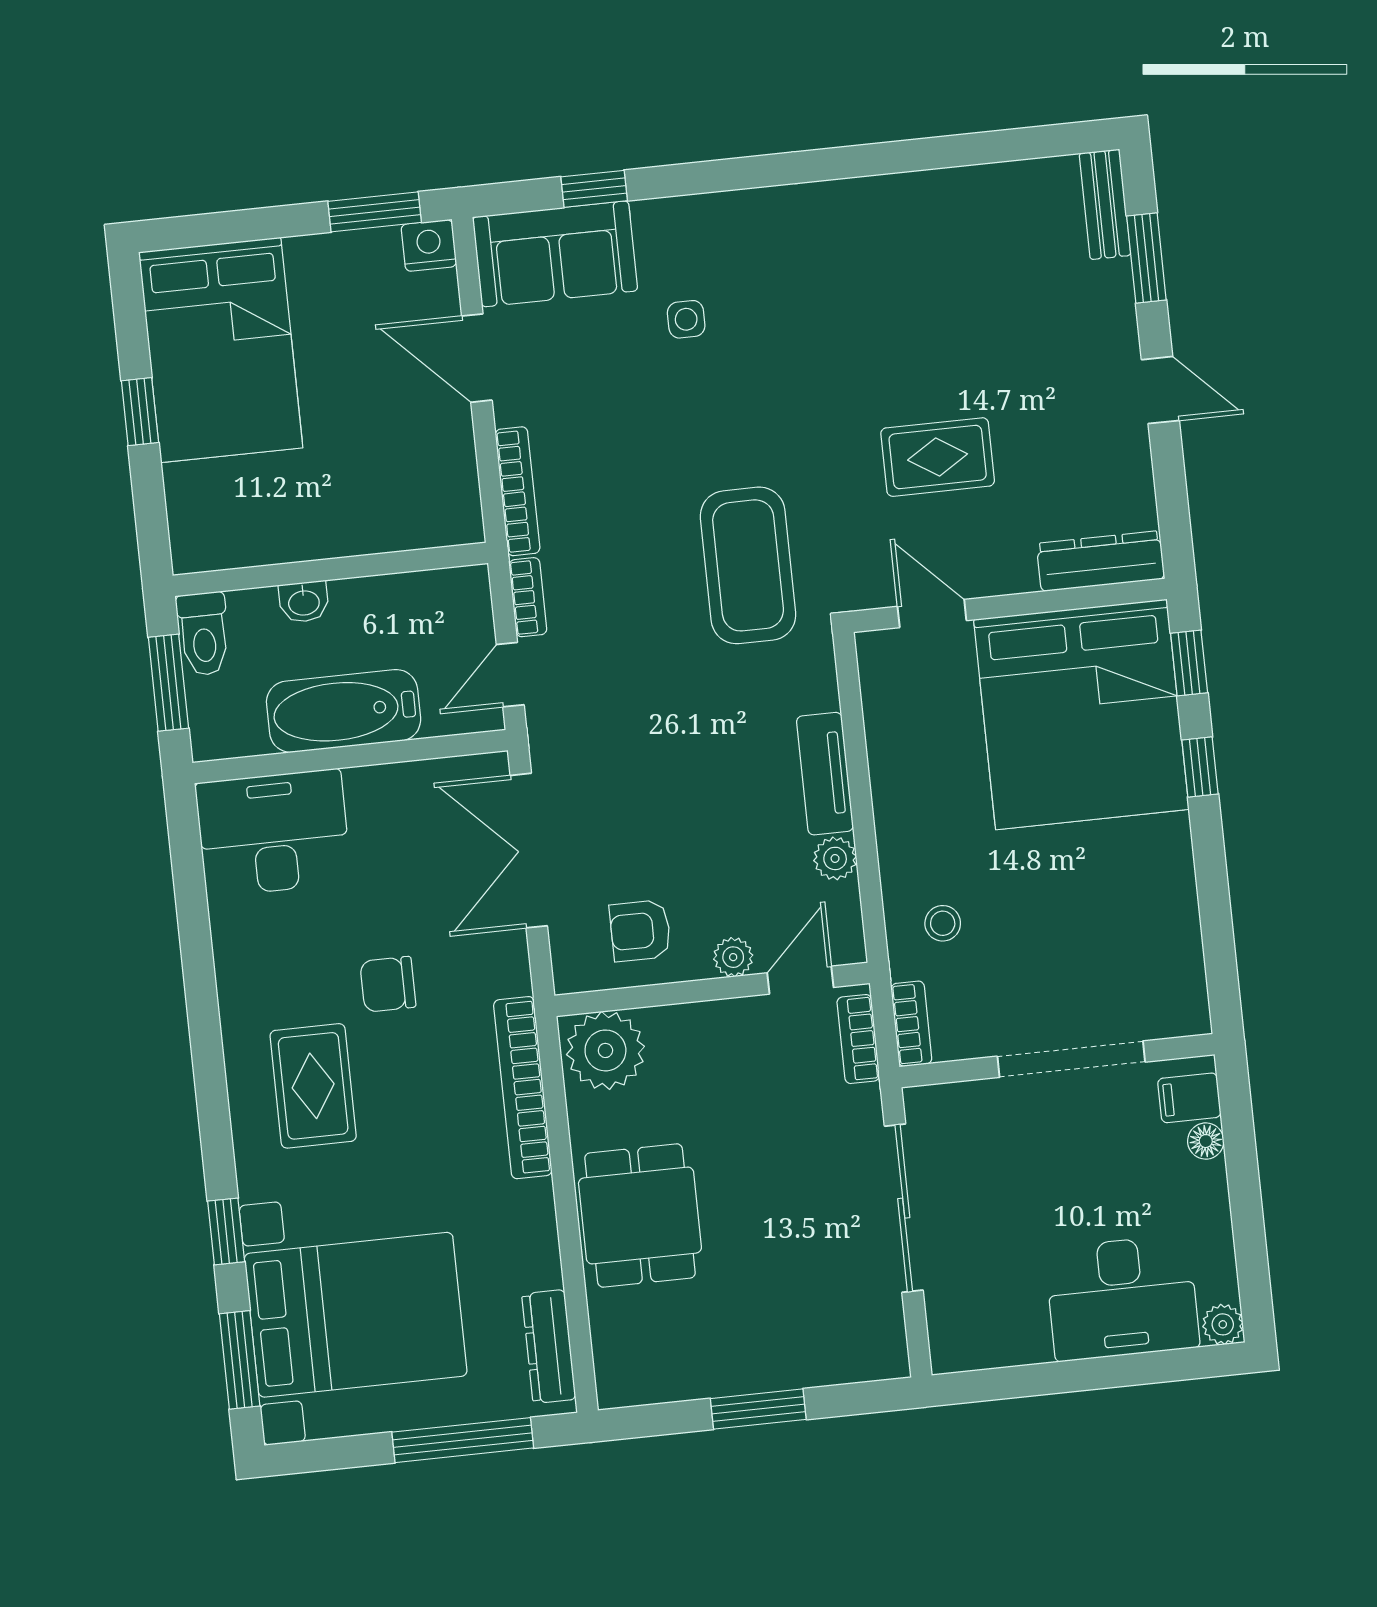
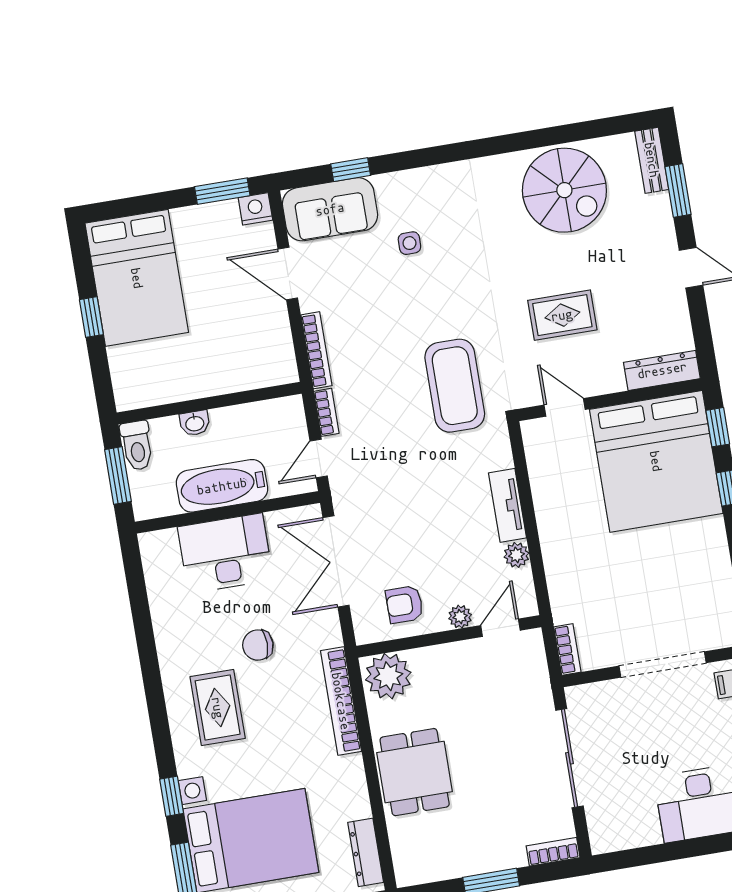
spiral stairs: (954, 246) -> (564, 190), added
desk: (273, 833) -> (225, 553), moved
stool: (943, 923) -> (582, 589), removed
bookcase: (858, 1039) -> (553, 852), moved, turned 90

